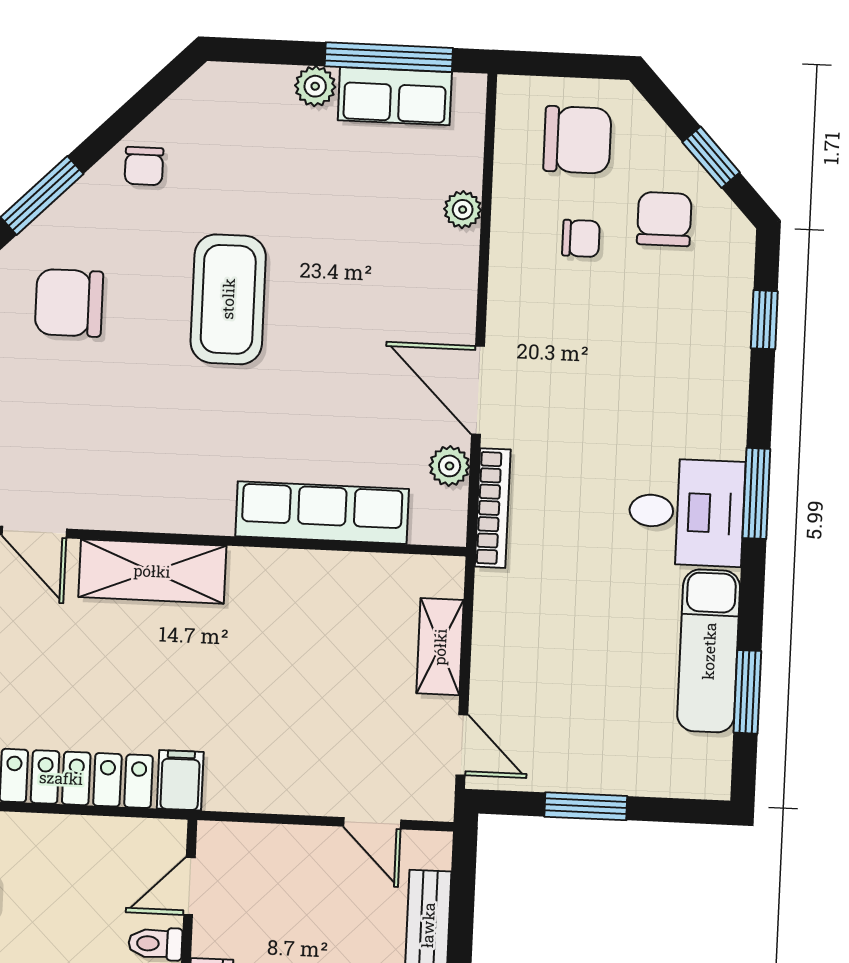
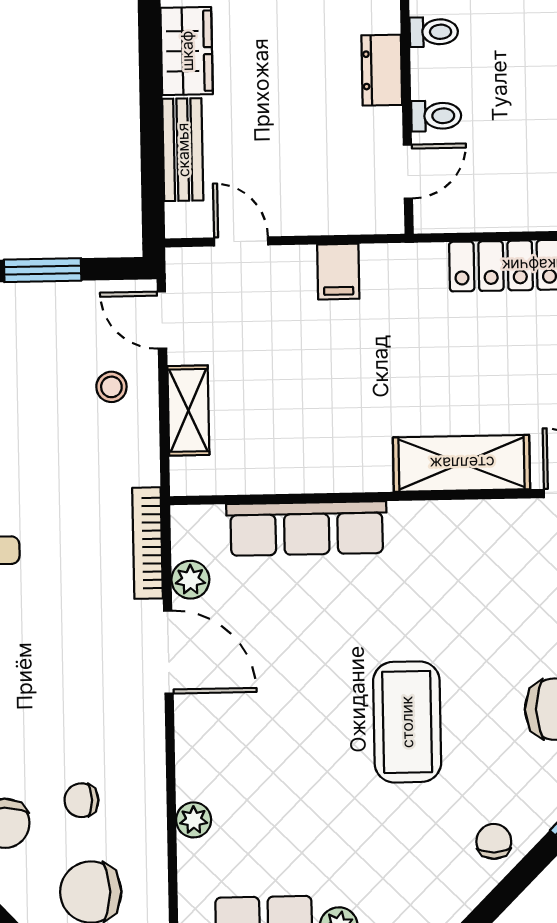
stool: (520, 677) -> (111, 387), added
filing cabinet: (180, 780) -> (338, 272), moved

